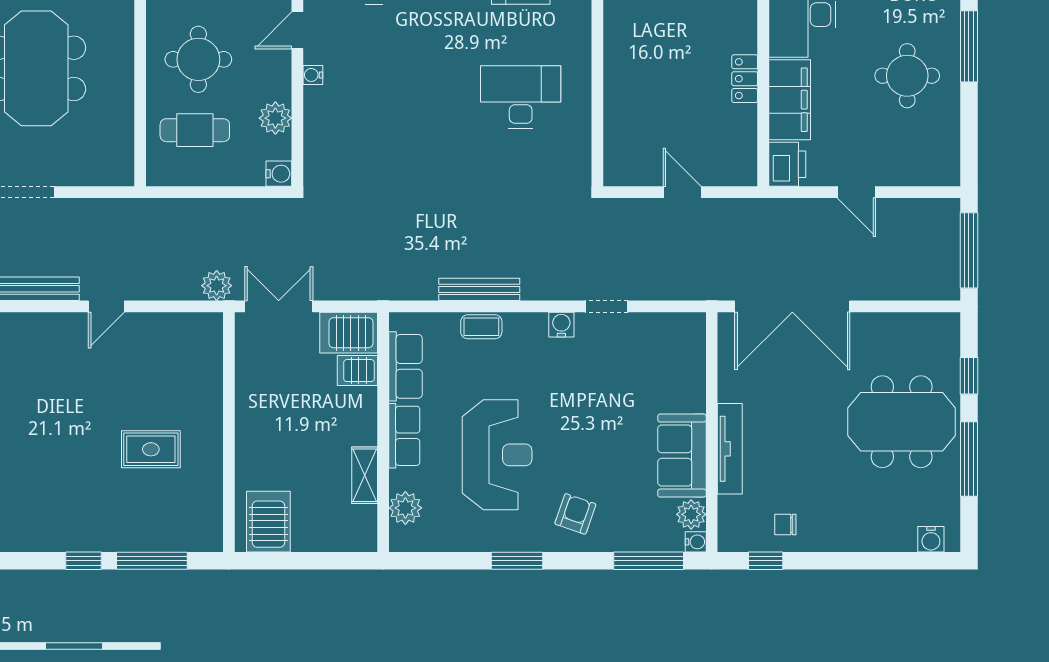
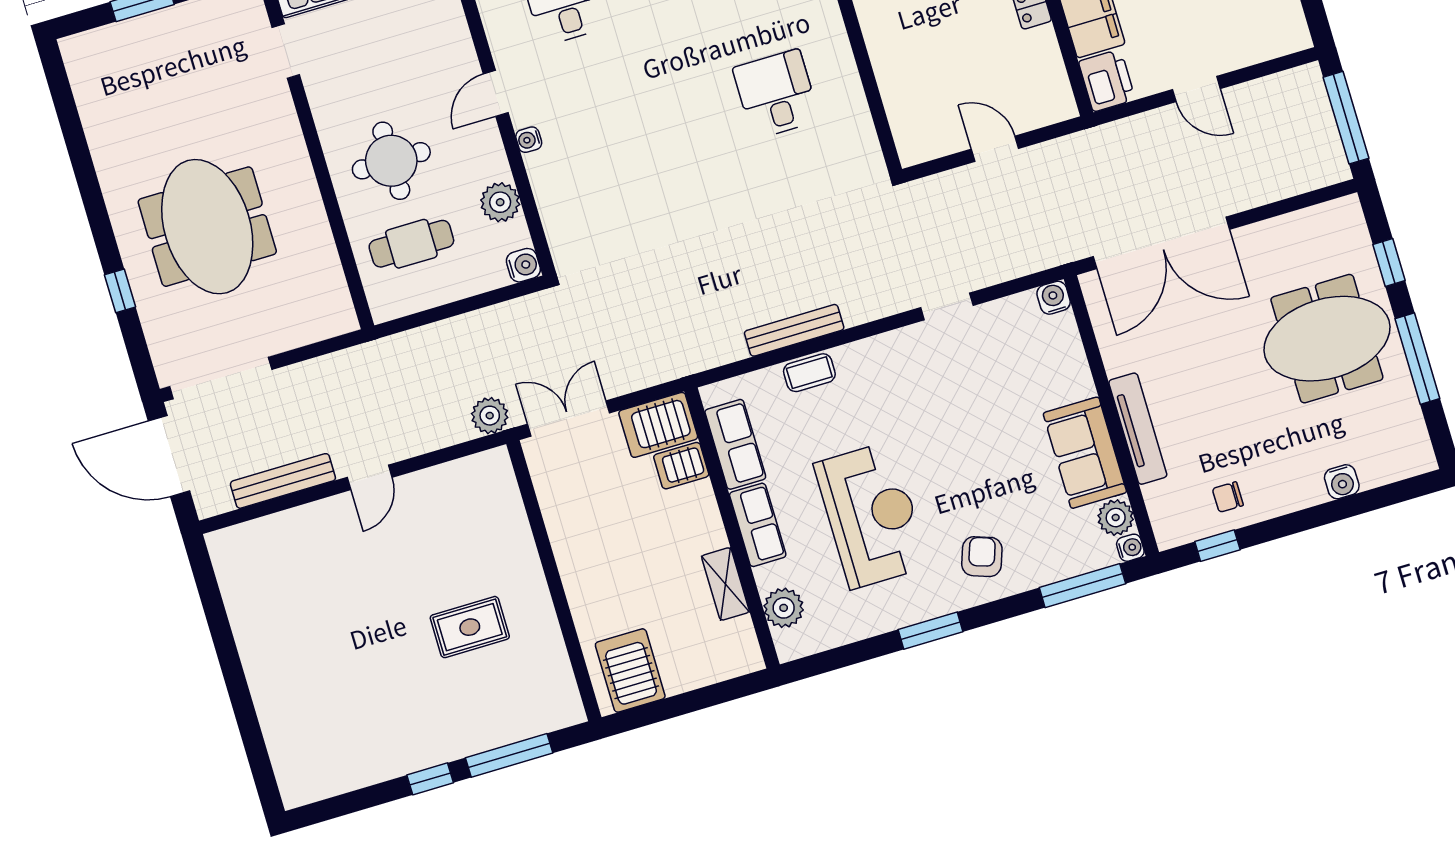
desk: (521, 97) -> (776, 94), width x0.73
water cooler: (561, 325) -> (1054, 298), moved
water cooler: (931, 539) -> (1342, 482), moved

